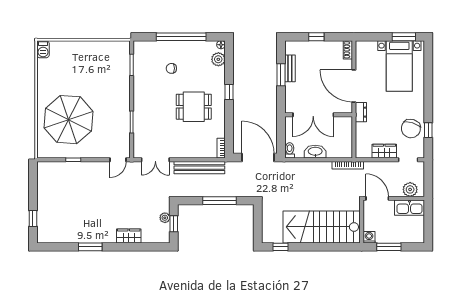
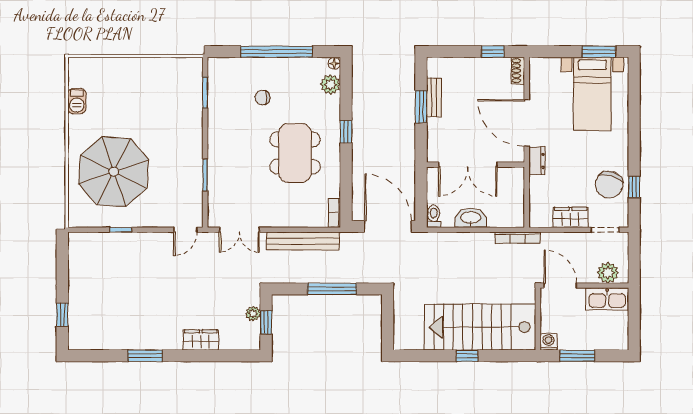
window: (316, 37) -> (493, 52), moved
barbecue: (43, 49) -> (77, 101), moved
dining table: (194, 107) -> (295, 153), width x1.38
window: (281, 247) -> (467, 356), moved

